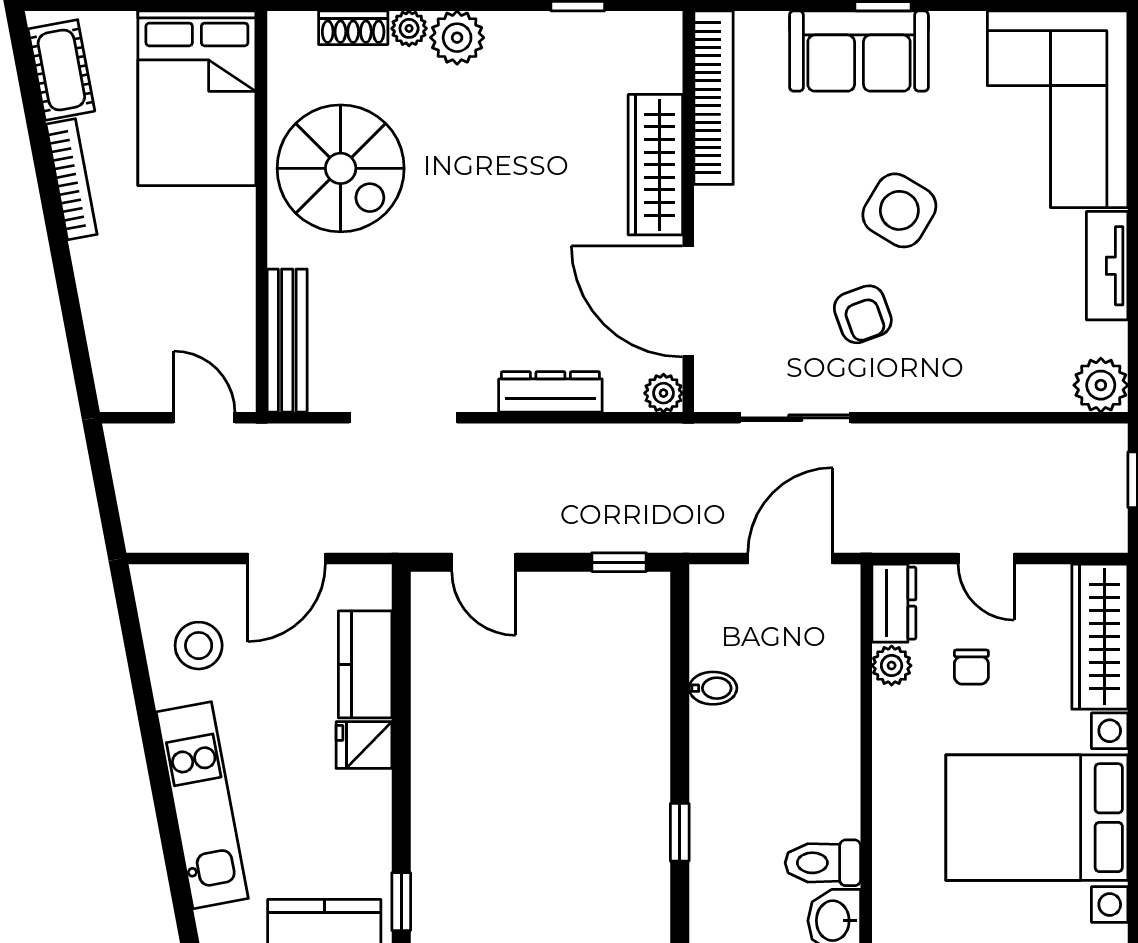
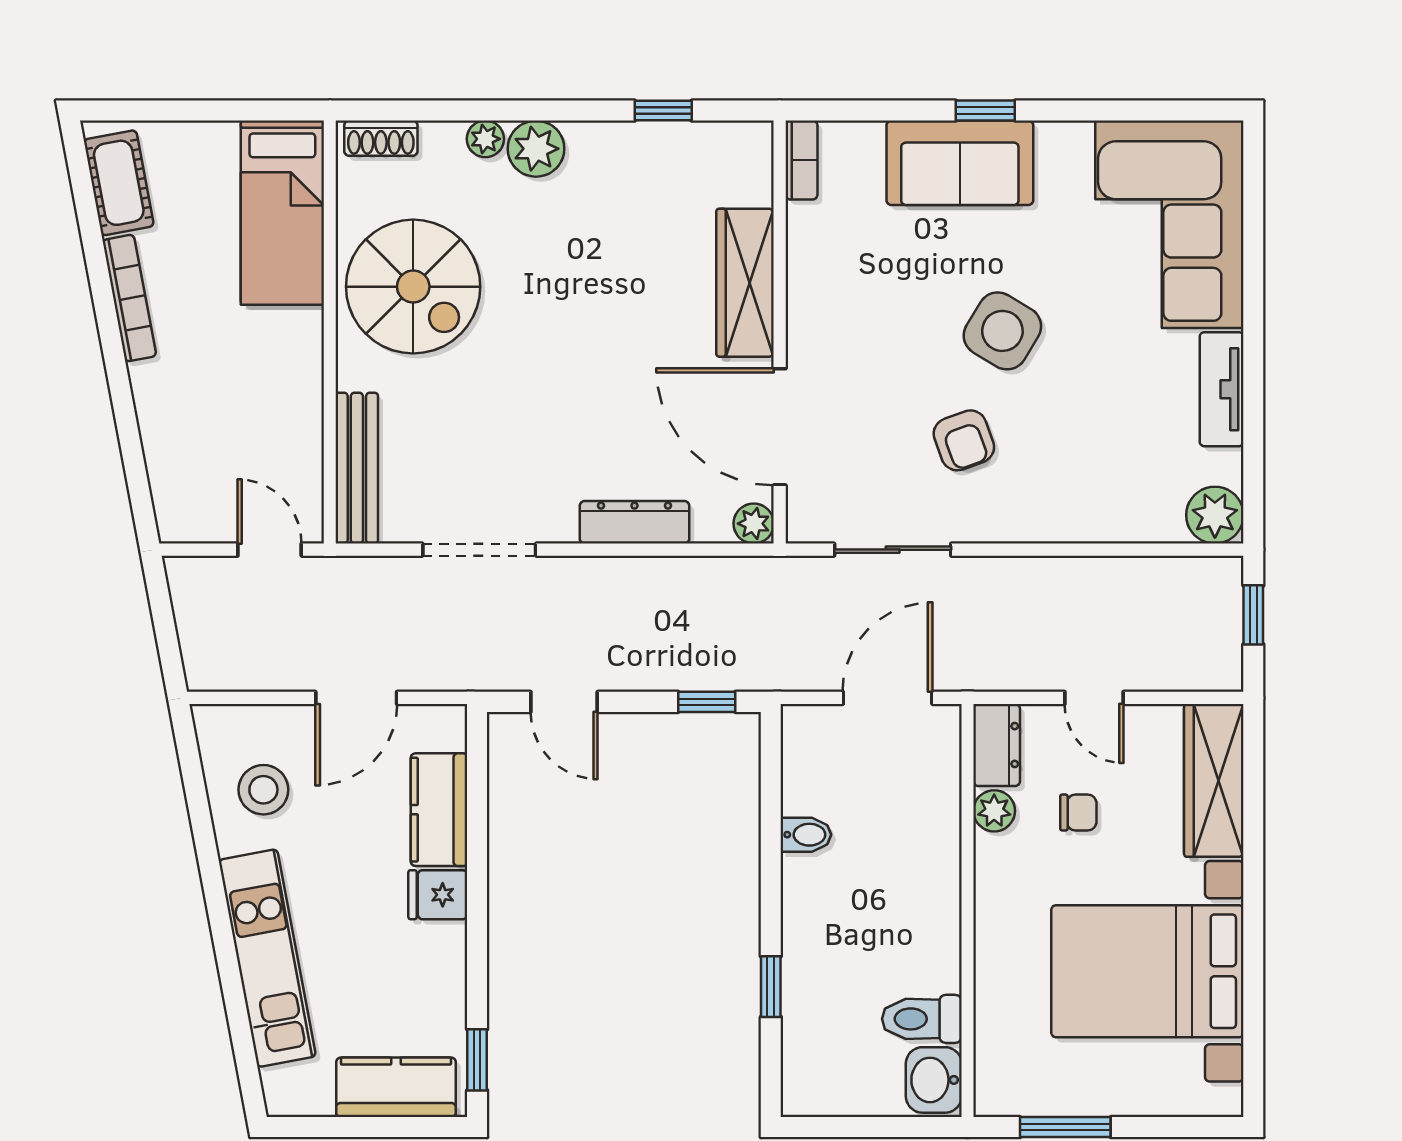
shoe rack: (353, 28) -> (381, 138), moved
bed: (197, 98) -> (282, 213), width x0.67
bookcase: (713, 98) -> (801, 160), width x0.43, depth x0.76
chair: (971, 667) -> (1078, 812), turned -90

